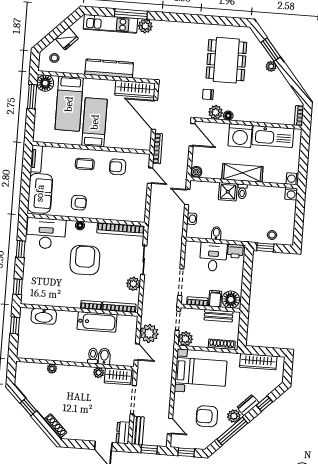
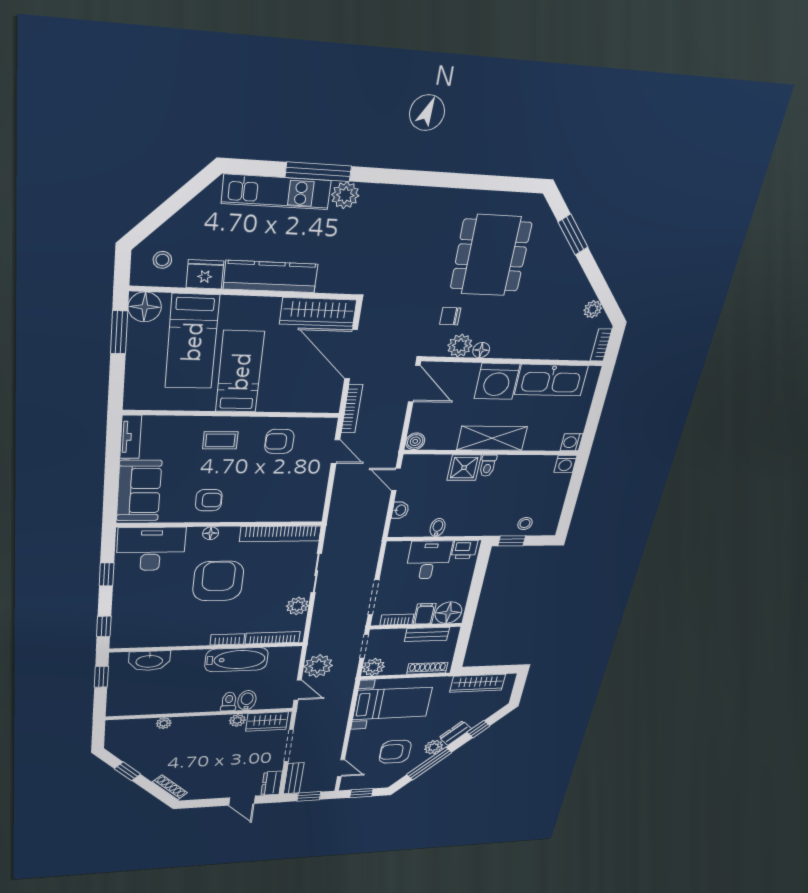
fridge: (67, 39) -> (205, 274), moved, turned -135
plant: (271, 66) -> (593, 309), moved

